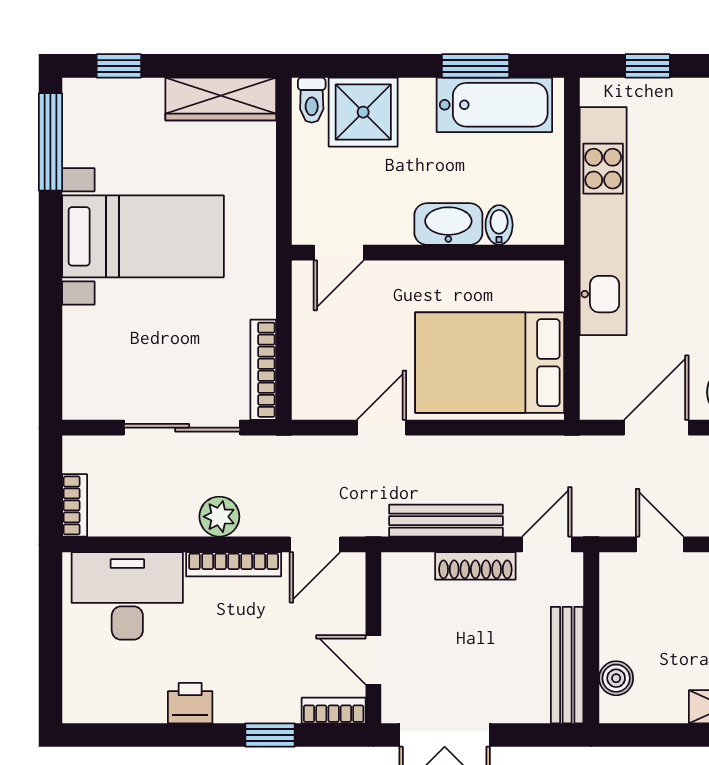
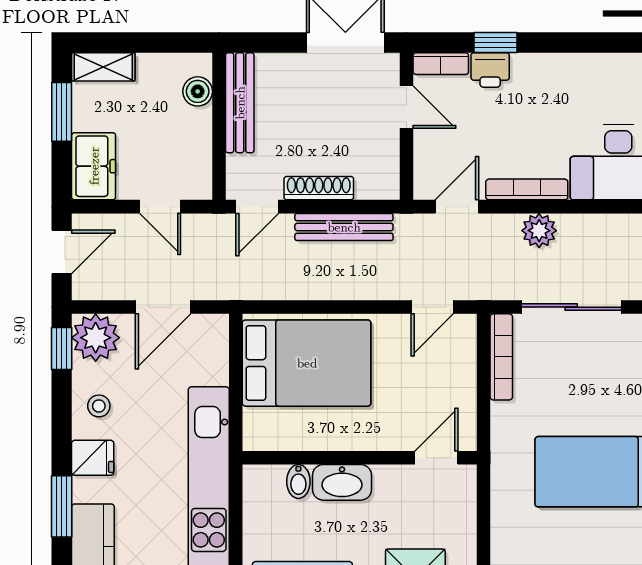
door: (382, 428) -> (432, 307), moved
printer: (190, 703) -> (490, 70), moved

